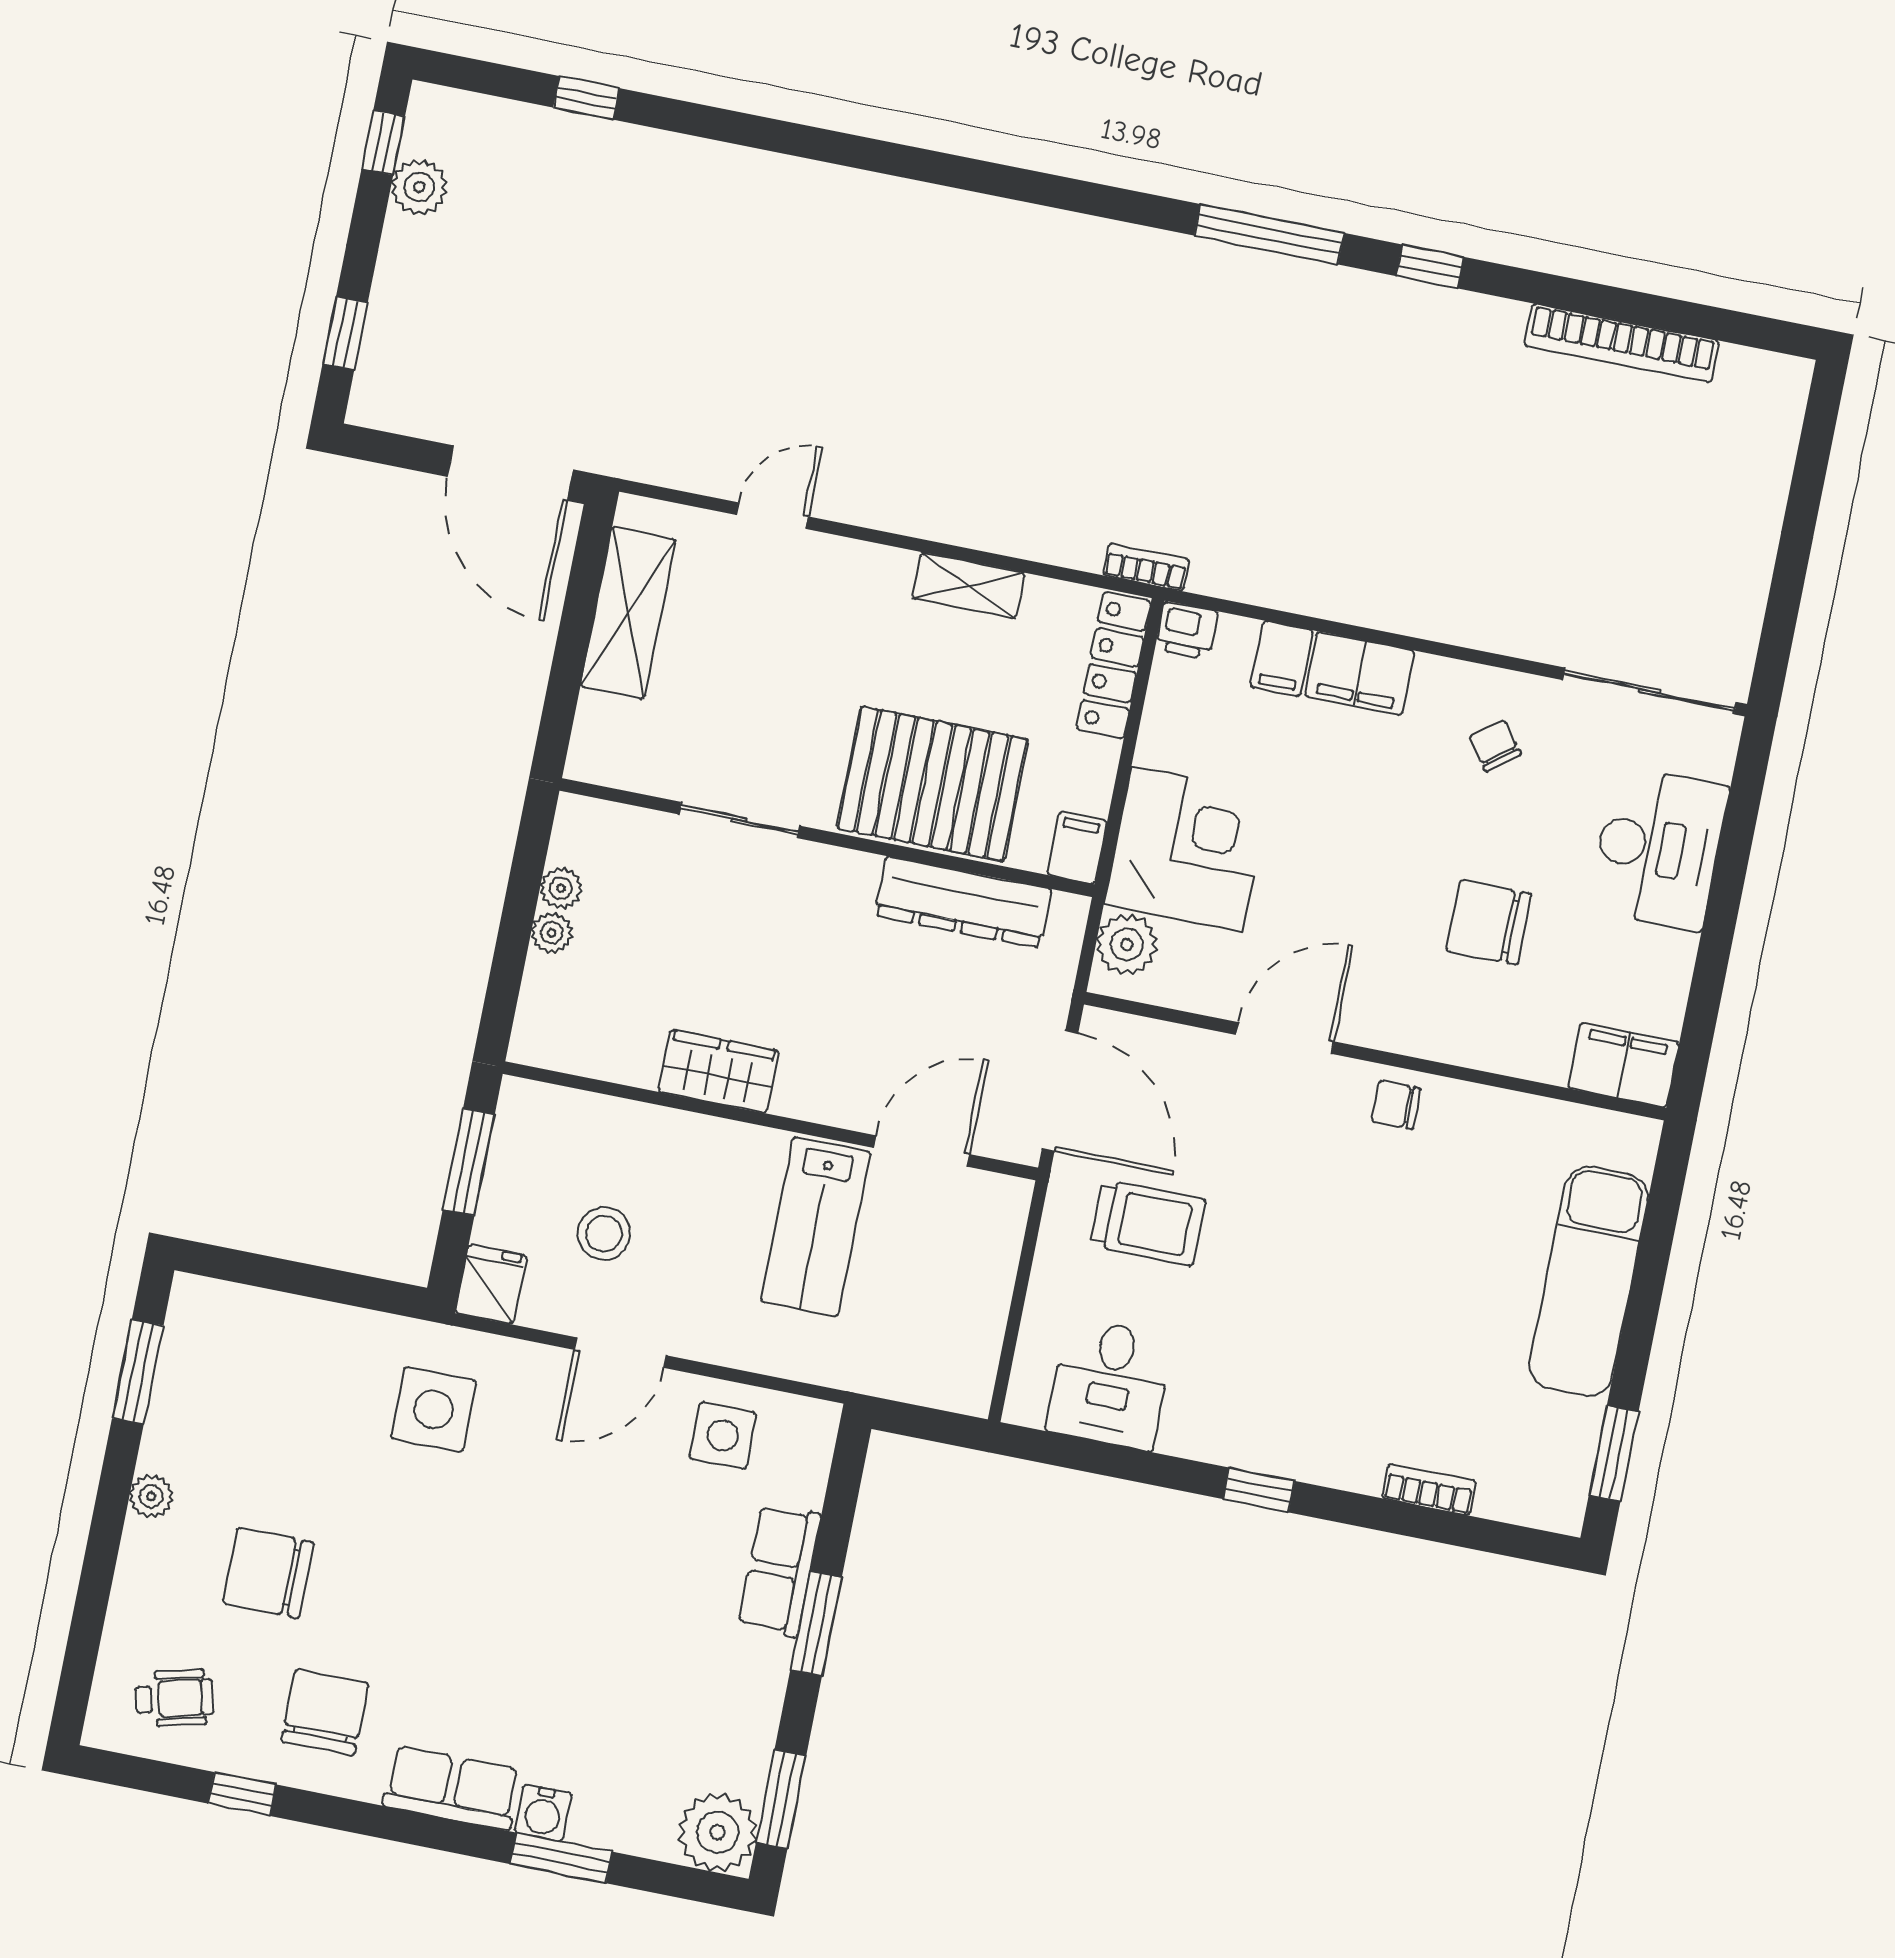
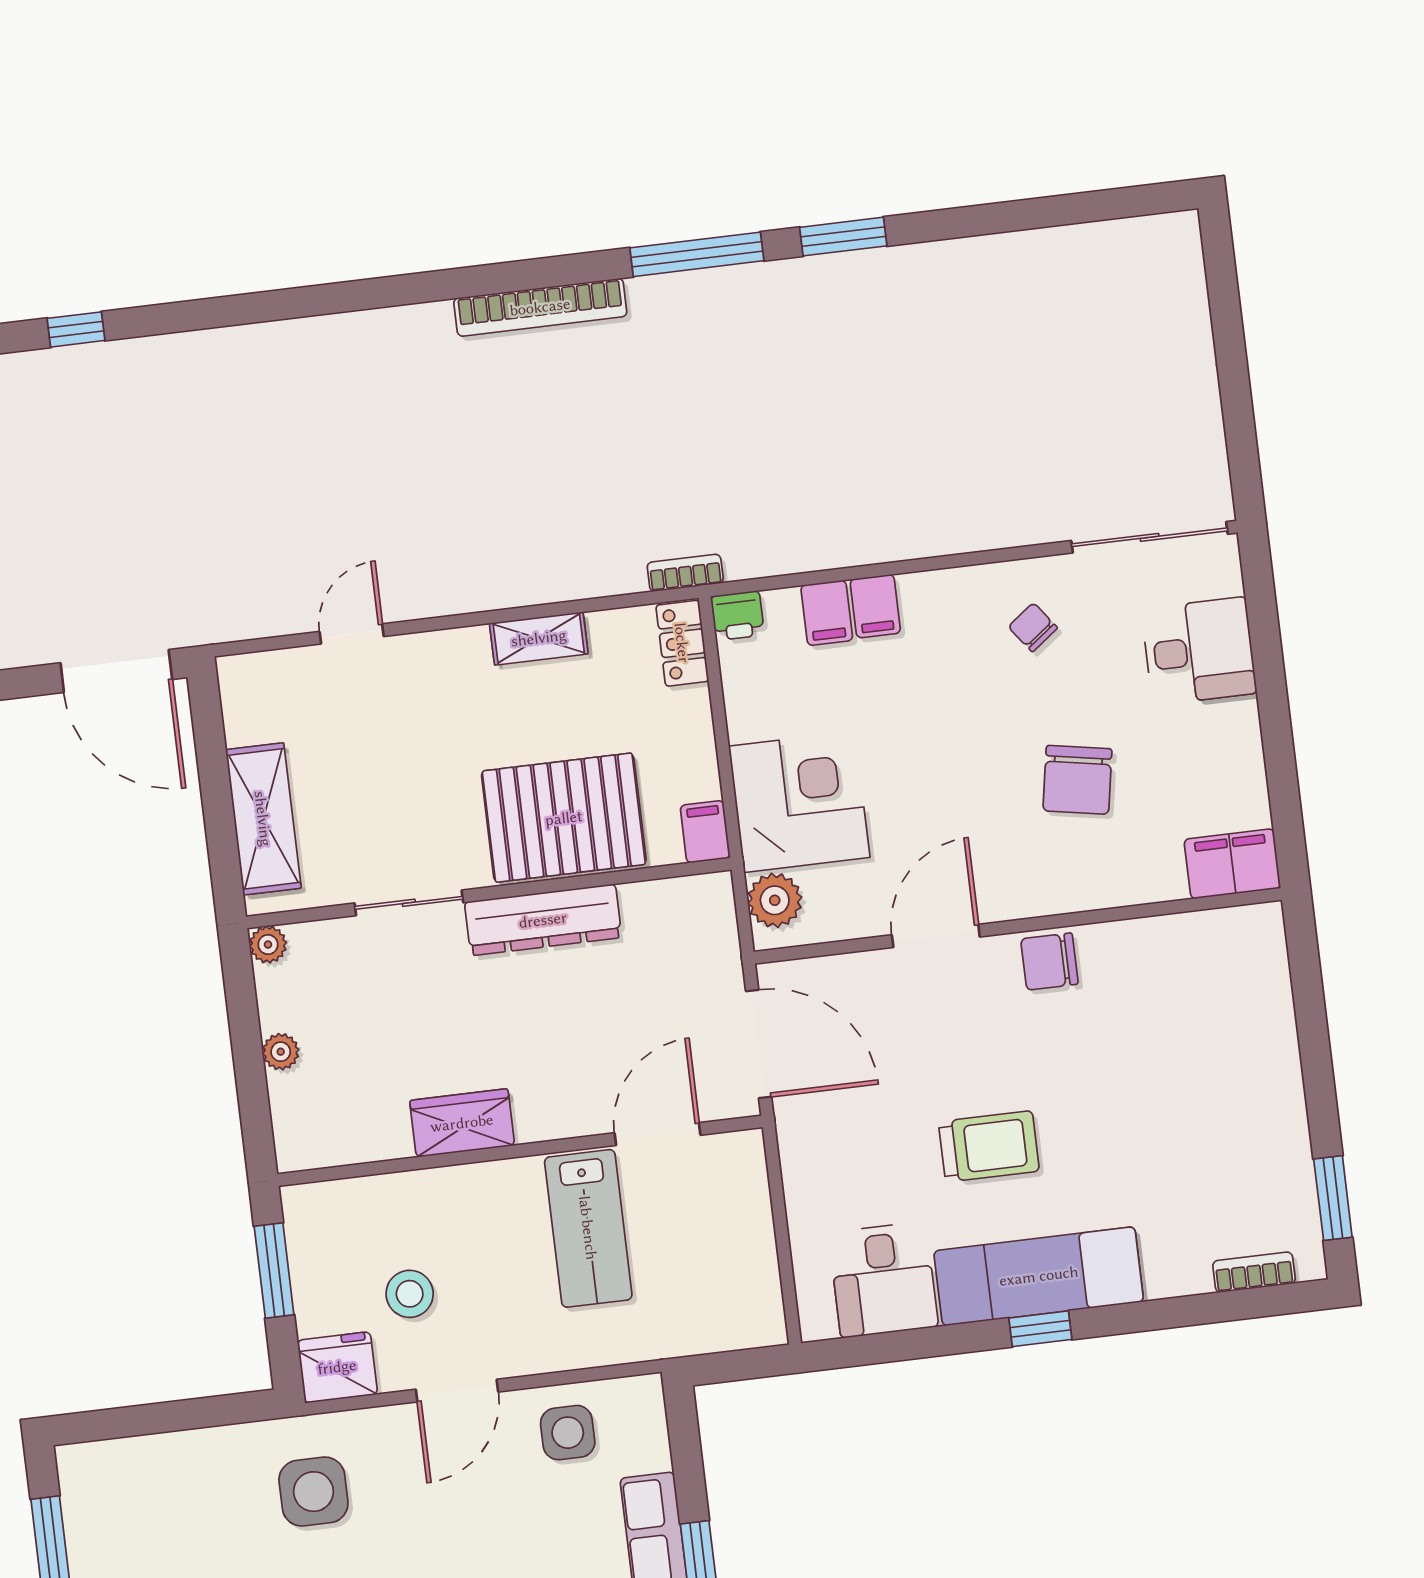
window: (1430, 266) -> (843, 237), width x1.50
bookcase: (1622, 343) -> (540, 307), moved
shelving: (628, 613) -> (263, 819), moved
locker: (1114, 665) -> (682, 643), width x0.66
filing cabinet: (1360, 673) -> (875, 606), width x0.50
desk: (1658, 848) -> (1199, 651), width x0.73
plant: (561, 888) -> (268, 945), moved
dresser: (963, 902) -> (543, 920), moved
chair: (1489, 922) -> (1077, 780), turned -80
chair: (1396, 1105) -> (1049, 961), width x1.37, depth x1.37
trolley: (1148, 1223) -> (989, 1146), moved
exam couch: (1589, 1281) -> (1039, 1276), moved, turned 90
fridge: (491, 1284) -> (337, 1367), width x1.38
bookcase: (1429, 1489) -> (1254, 1272), moved

